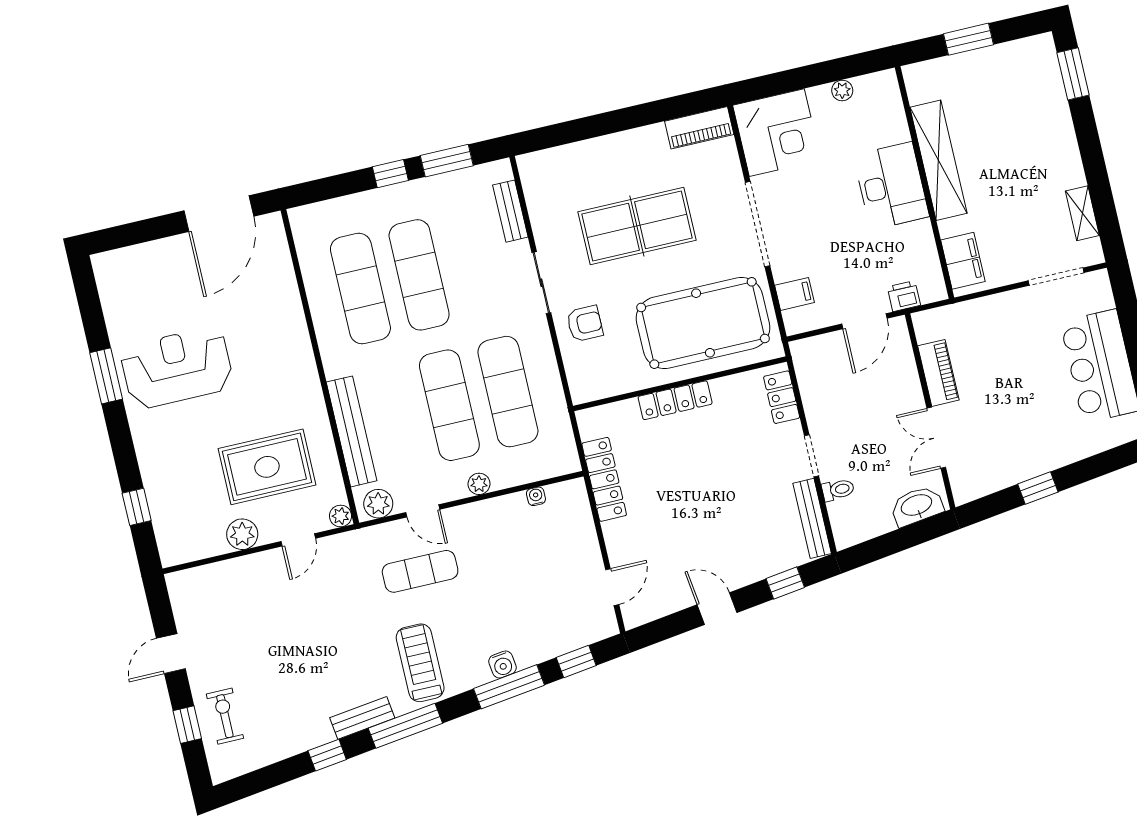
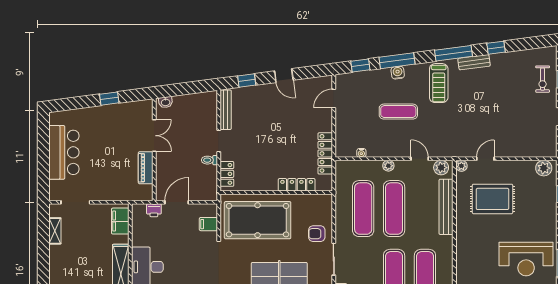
locker: (675, 400) -> (297, 185), moved
toilet: (838, 490) -> (209, 160), moved
washbasin: (917, 506) -> (166, 102), width x0.52, depth x0.69
plant: (242, 534) -> (544, 168), moved
exercise mat: (420, 571) -> (398, 112), moved

